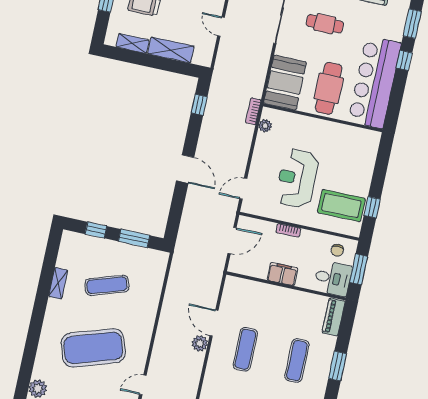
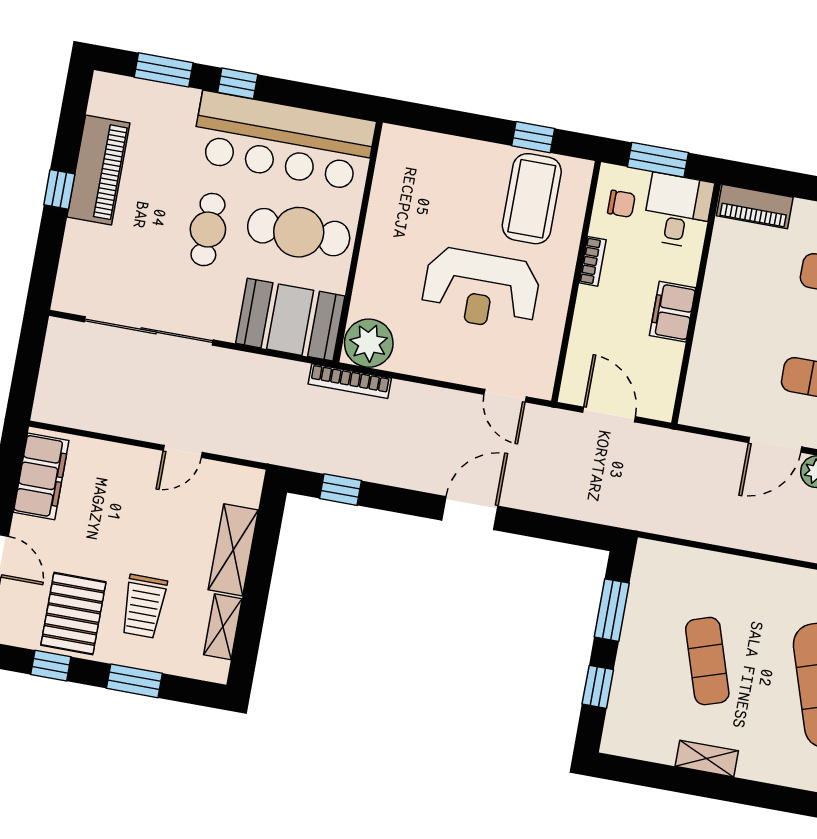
cafe table: (325, 24) -> (208, 230), moved
bookcase: (253, 111) -> (350, 381), width x1.56
plant: (265, 126) -> (369, 343), width x1.88, depth x1.88
bookcase: (288, 230) -> (593, 261), moved

